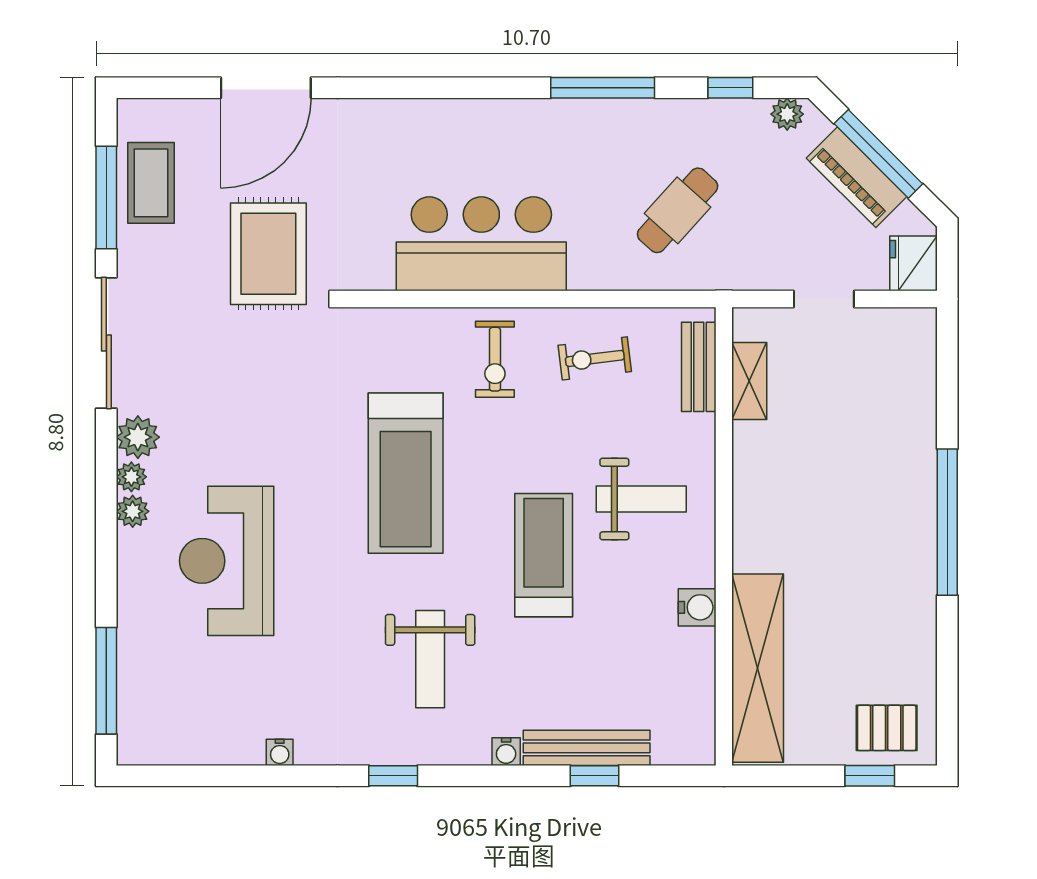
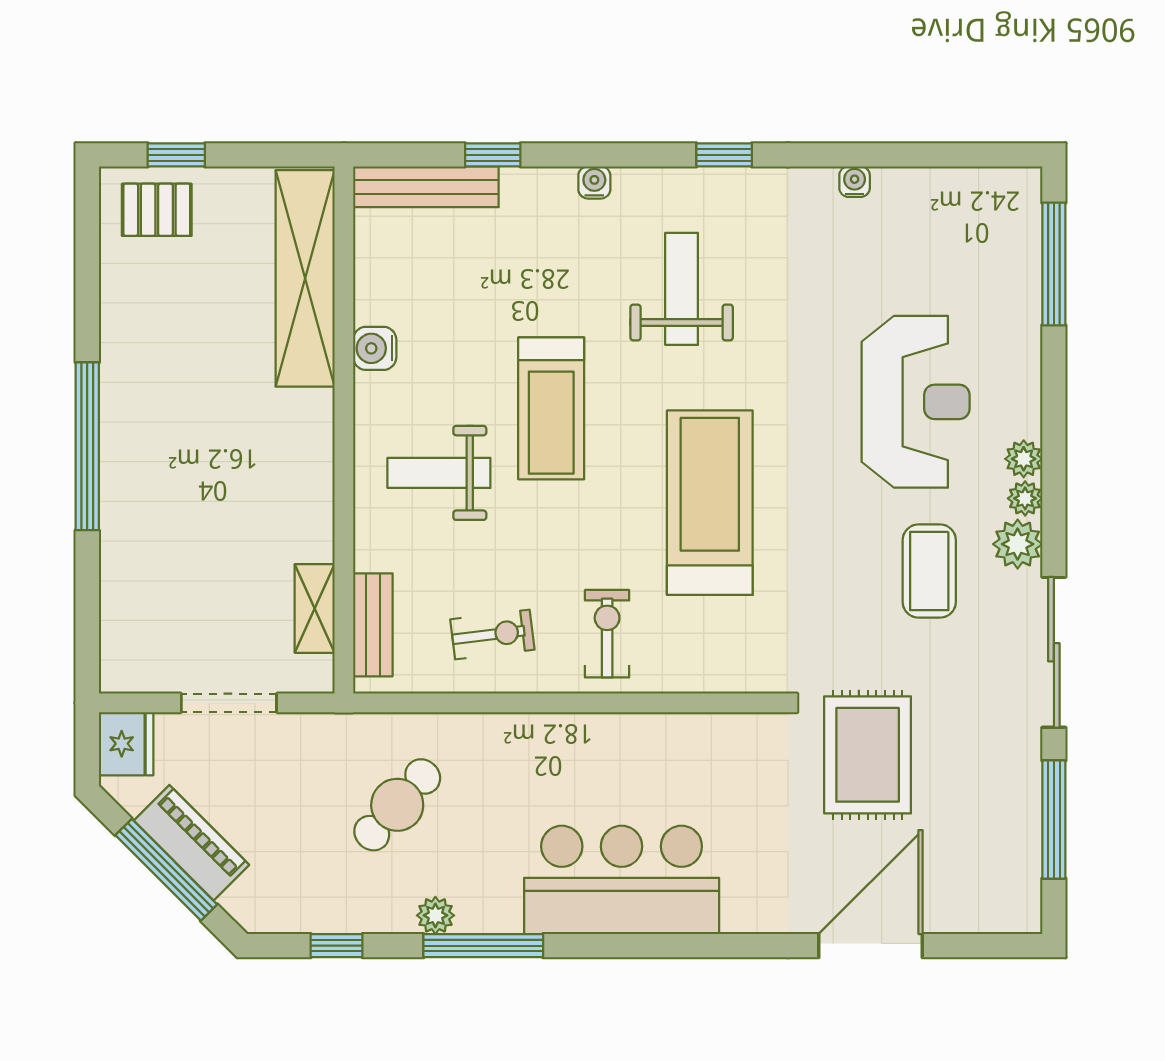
plant: (787, 114) -> (435, 915), moved
coffee table: (151, 183) -> (929, 571), moved
bar counter: (481, 244) -> (622, 880), moved, turned 180
doorway: (824, 299) -> (229, 703), width x1.38
bench: (587, 748) -> (426, 187), moved

